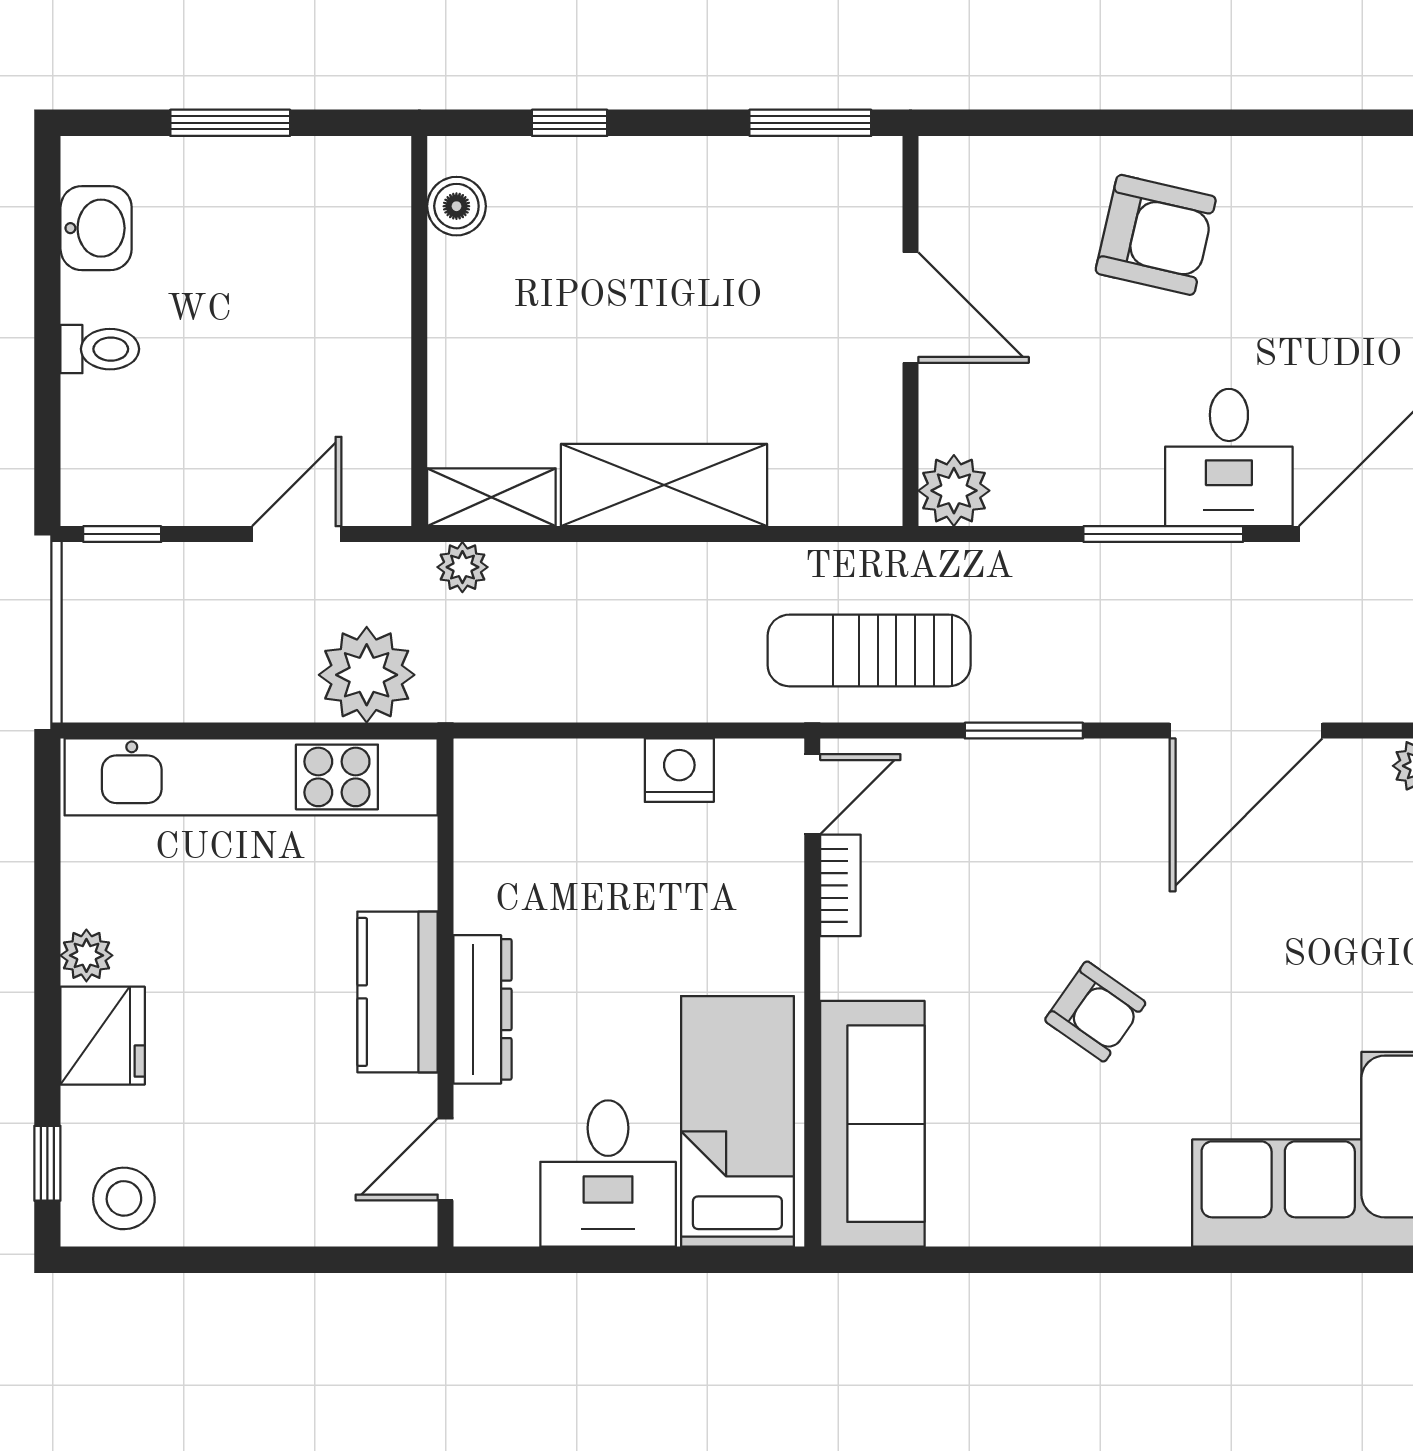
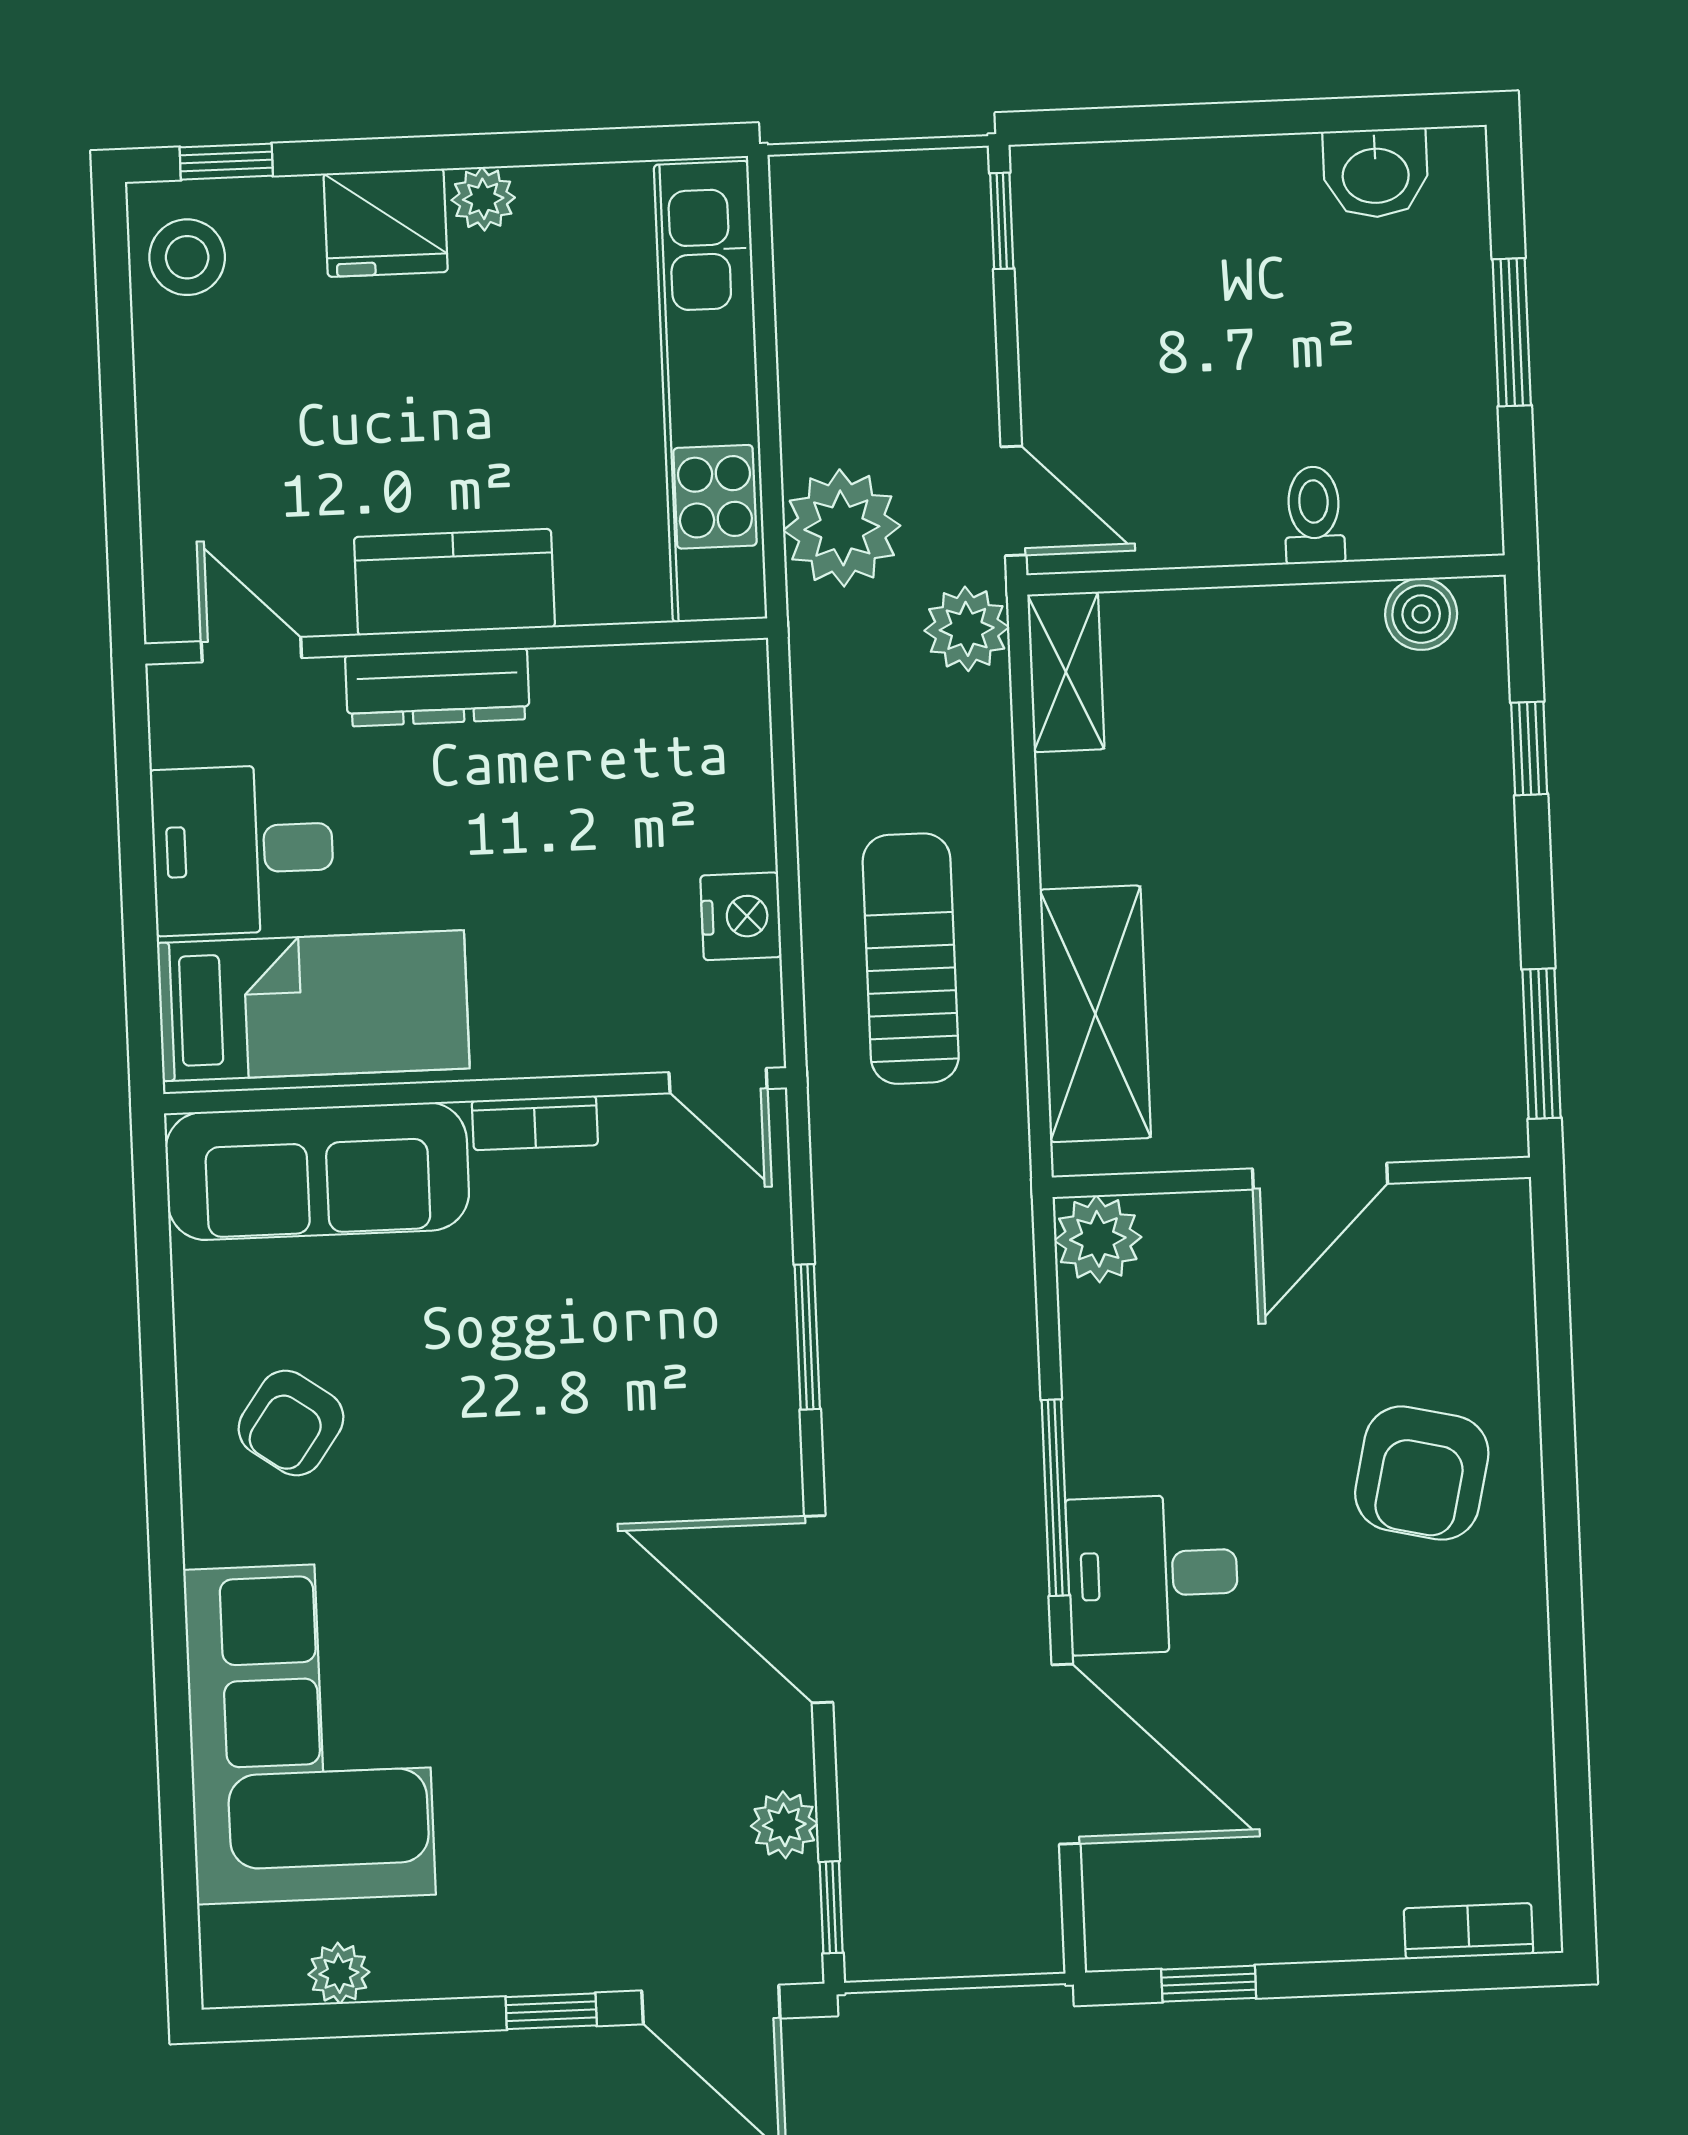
toilet: (100, 349) -> (1314, 515), moved, turned 180
shelving: (664, 485) -> (1095, 1014), moved
door: (297, 534) -> (1014, 501), moved
plant: (462, 567) -> (967, 629), width x1.38, depth x1.38
sun lounger: (869, 650) -> (911, 959), moved
bookcase: (840, 885) -> (535, 1123), moved
armchair: (1095, 1011) -> (291, 1423), moved

